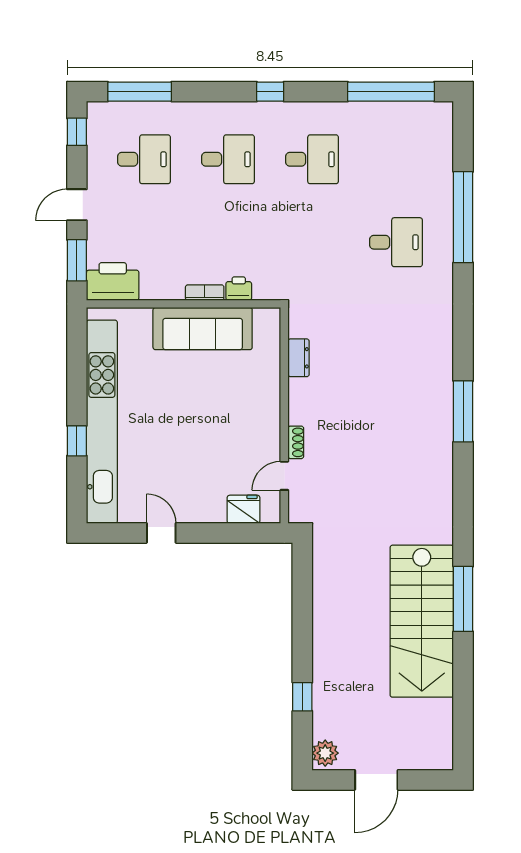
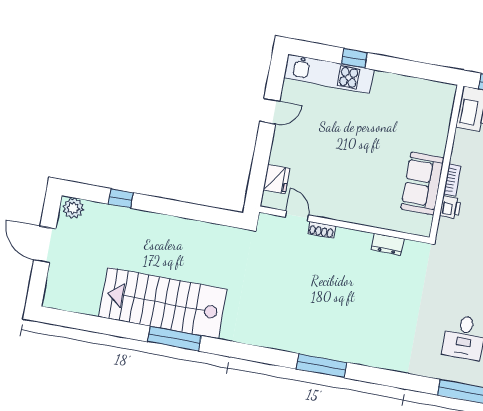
sofa: (203, 329) -> (422, 183), width x0.73
kitchen unit: (102, 422) -> (329, 74), width x0.54

